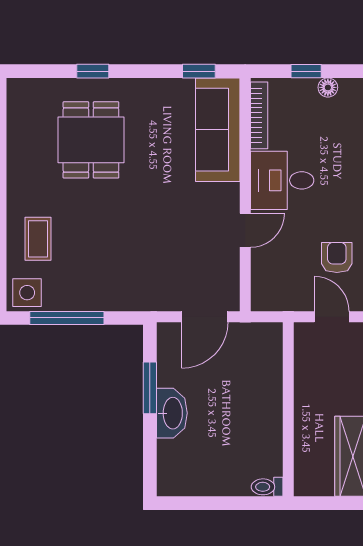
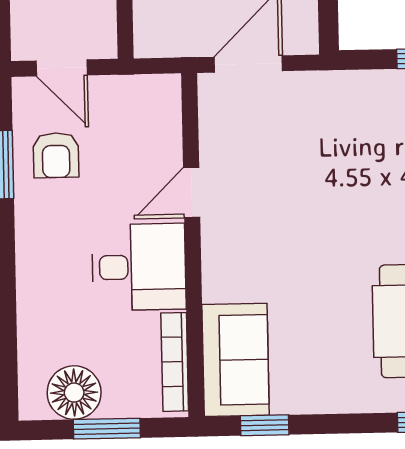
window: (306, 71) -> (107, 429), width x1.50
floor lamp: (328, 87) -> (74, 393), width x1.89, depth x1.89
sofa: (218, 130) -> (236, 360), width x0.73

